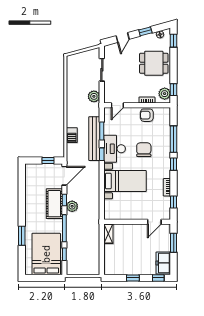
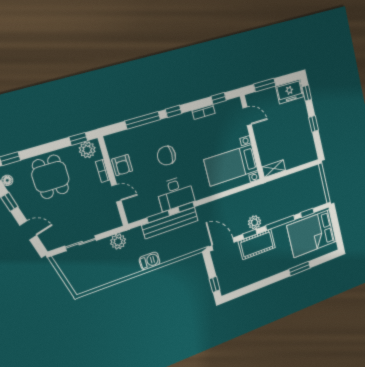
door: (117, 105) -> (116, 193), moved
barbecue: (72, 135) -> (150, 261), moved
window: (48, 160) -> (215, 284), moved
bed with nightstands: (125, 181) -> (231, 165), moved, turned -90

